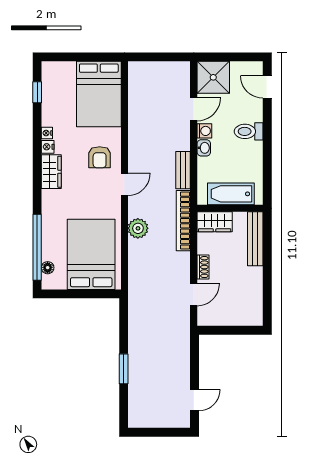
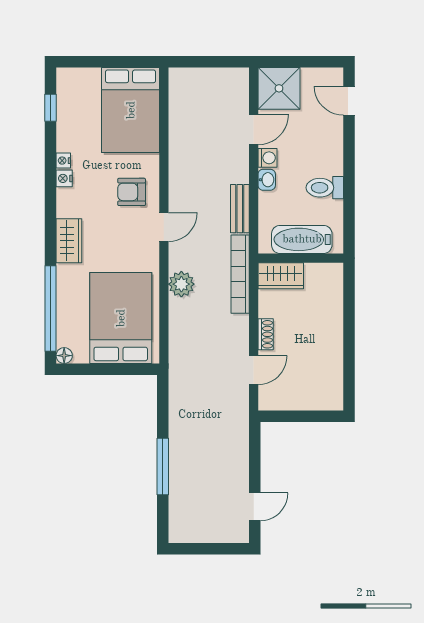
toilet: (249, 131) -> (325, 188), moved
armchair: (100, 157) -> (132, 192), turned 90
wardrobe: (51, 172) -> (69, 241), moved
bench: (255, 239) -> (333, 298), removed
floor lamp: (48, 268) -> (64, 356), moved
window: (124, 369) -> (163, 466), width x1.44

